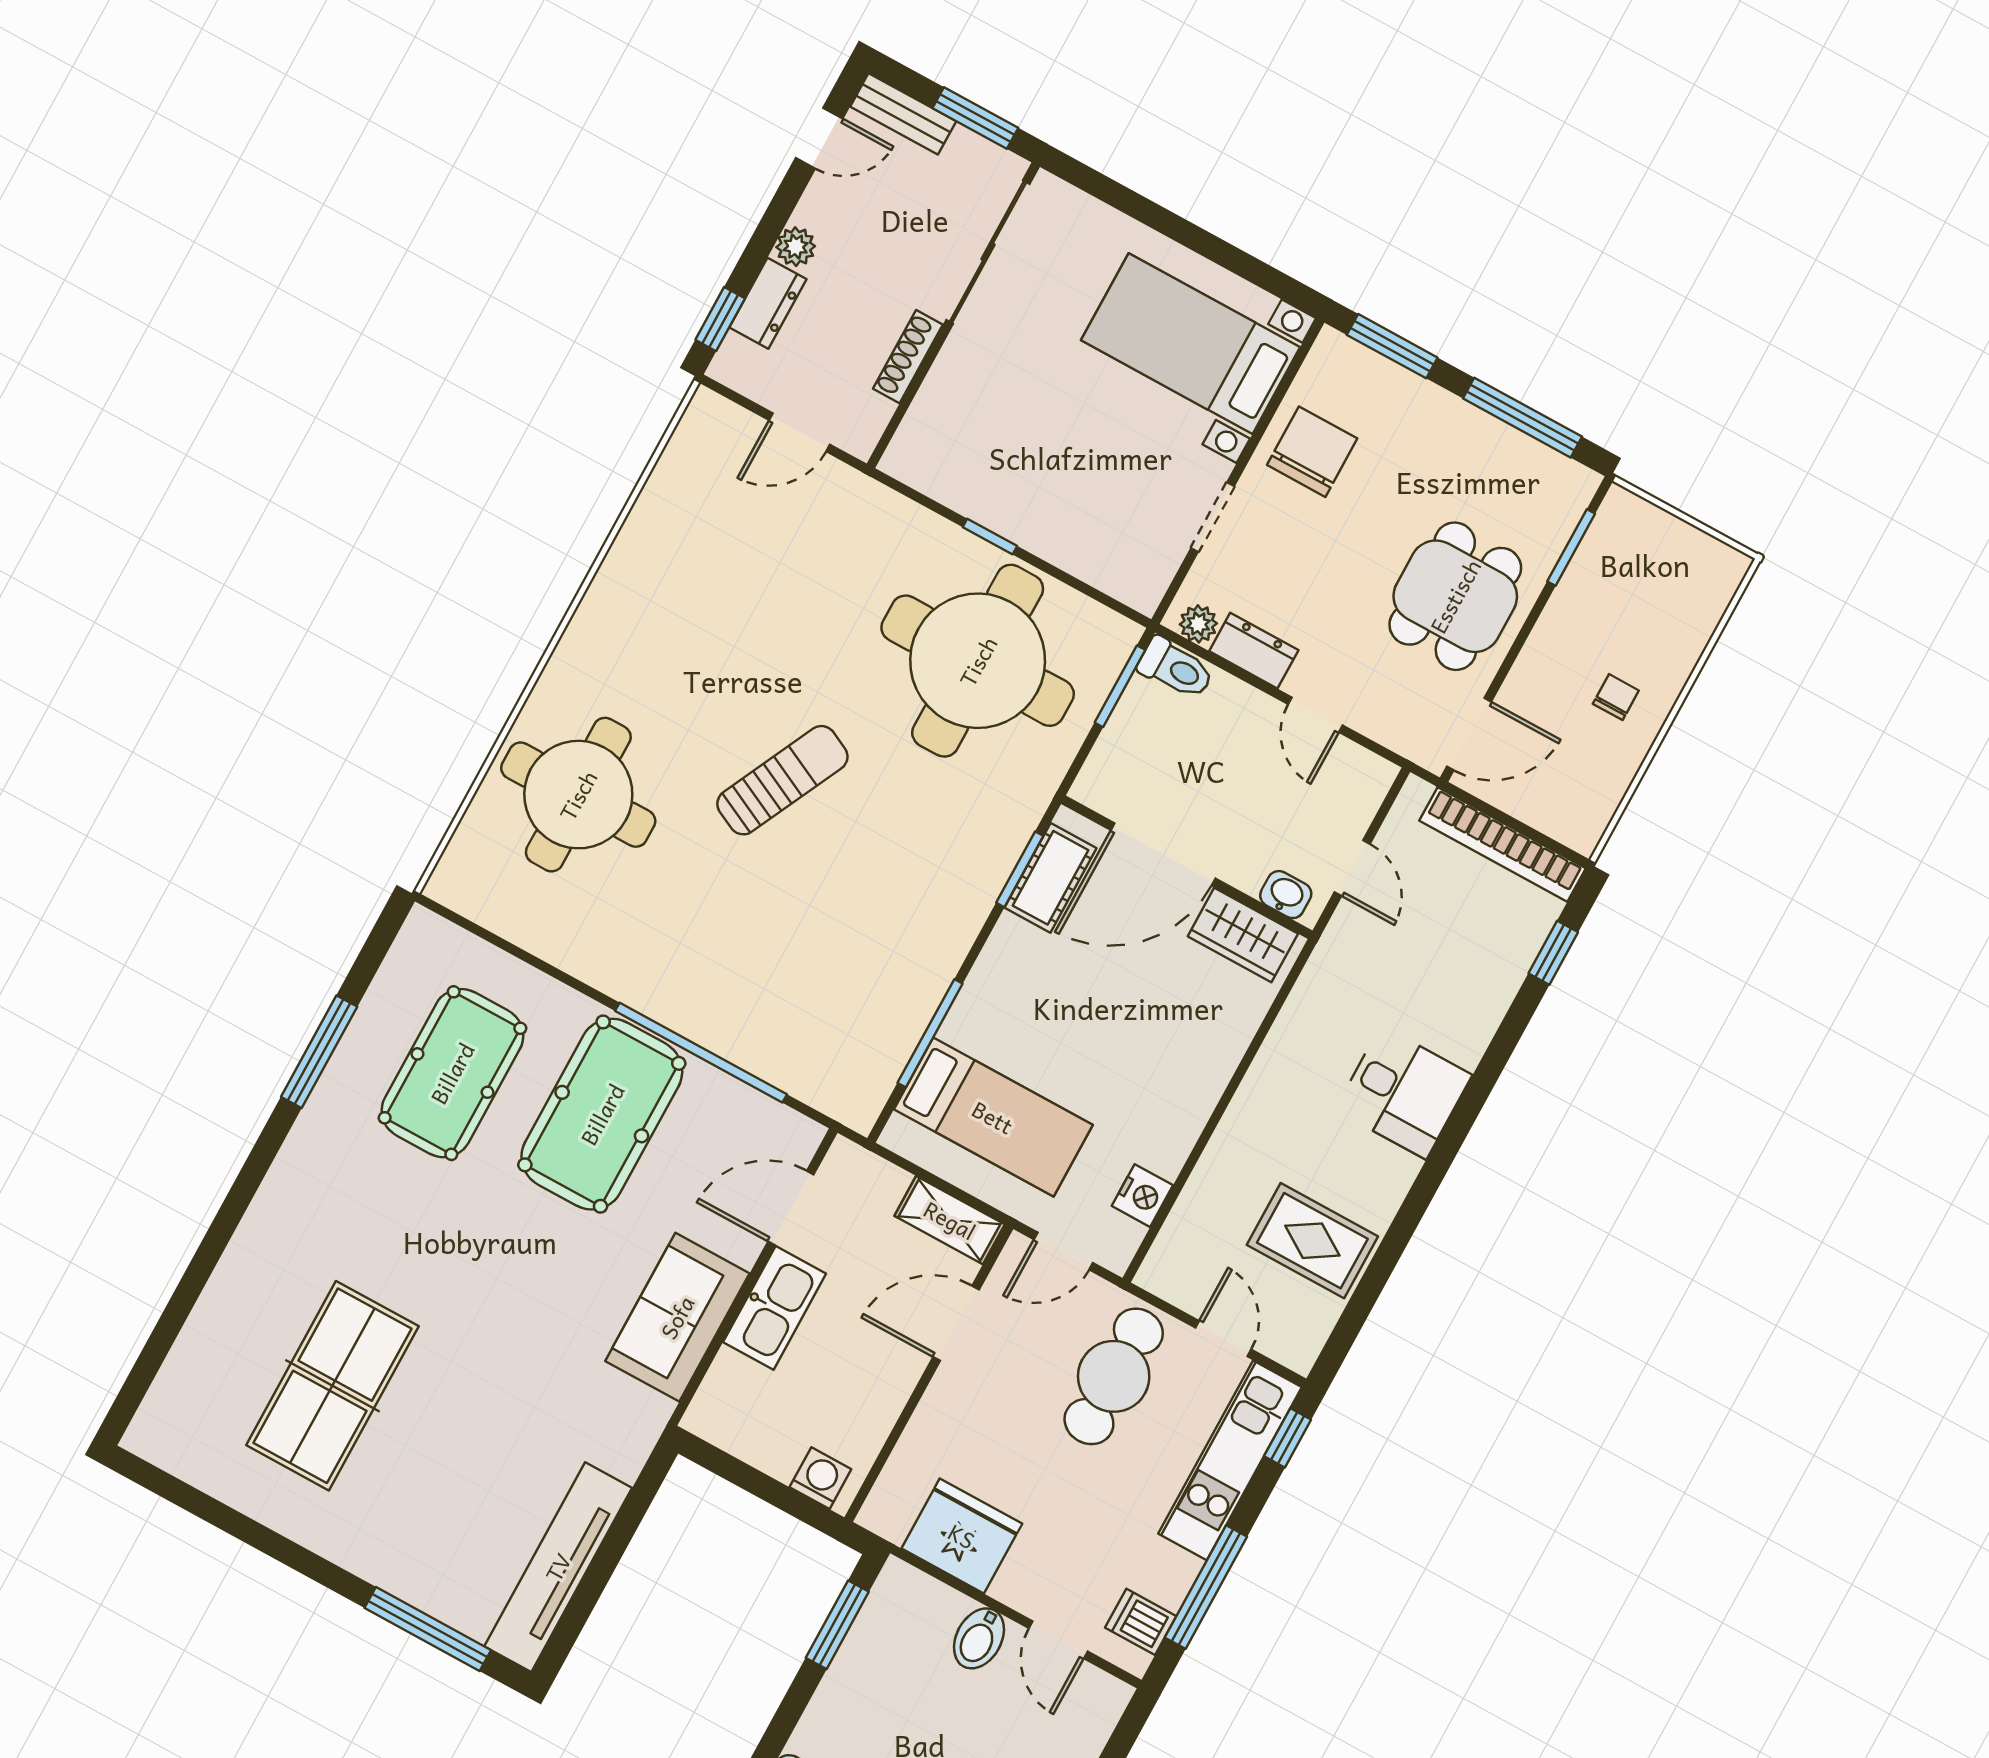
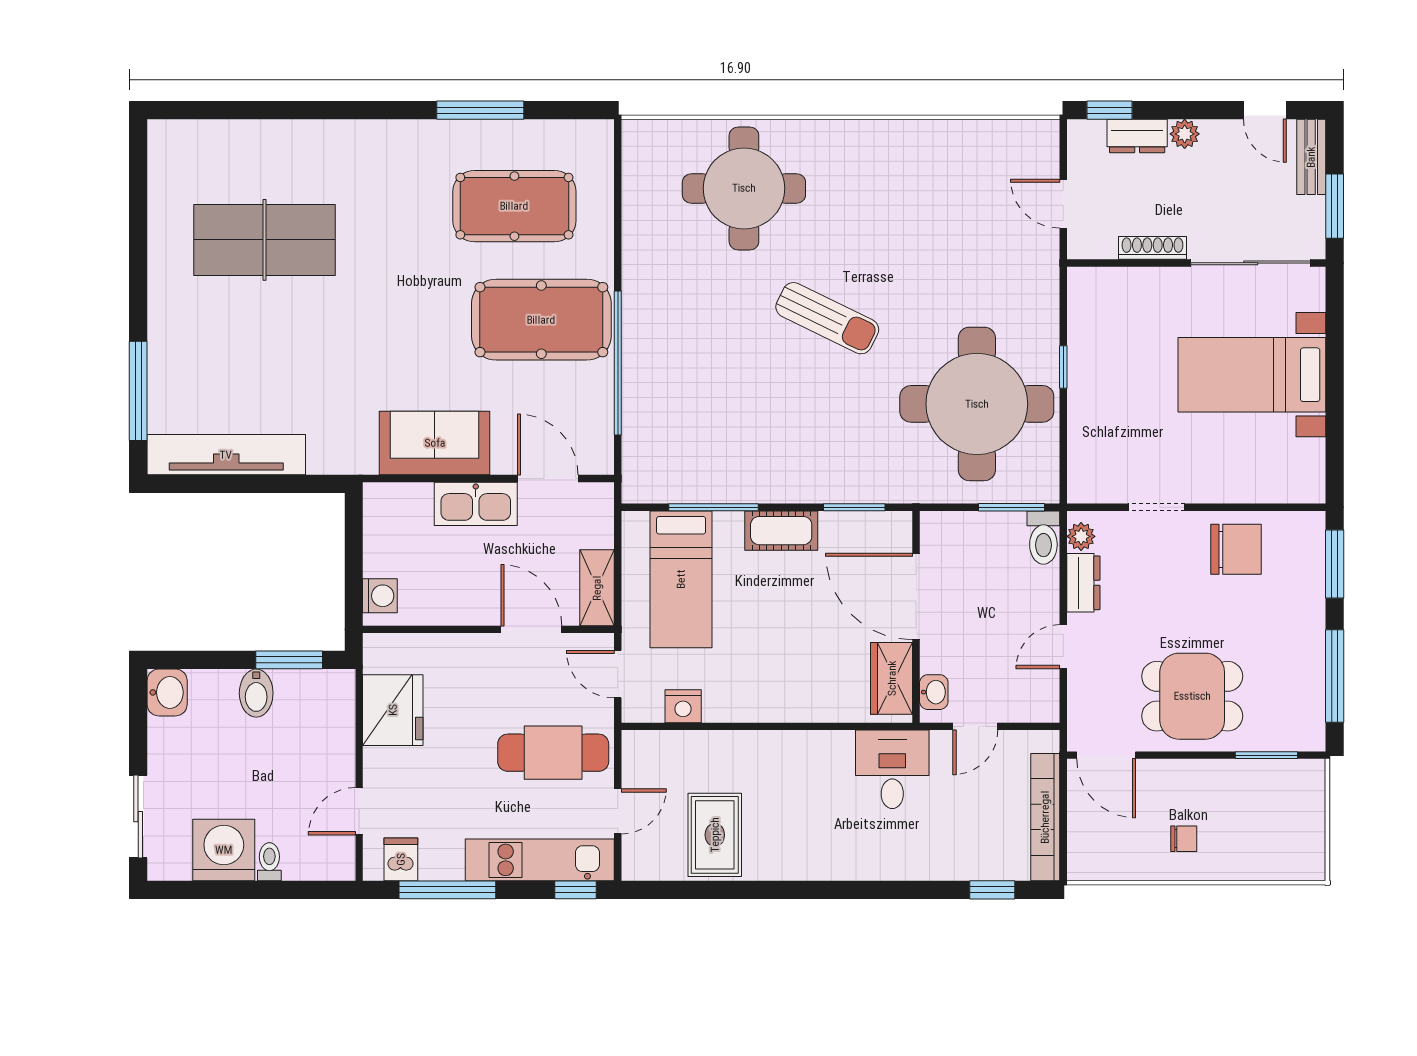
bed with nightstands: (1191, 344) -> (1252, 375), moved, turned -90
cot: (1050, 878) -> (781, 531), moved
desk: (1404, 1092) -> (892, 769), moved, turned 180
bidet: (979, 1638) -> (256, 693), moved, turned -90

